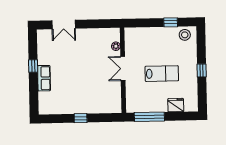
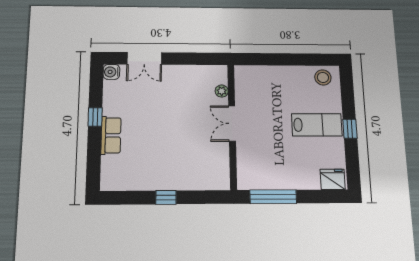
window: (171, 22) -> (302, 60), removed
water cooler: (42, 35) -> (111, 72), added
lab bench: (162, 74) -> (317, 125), moved
fridge: (176, 105) -> (333, 179), moved

